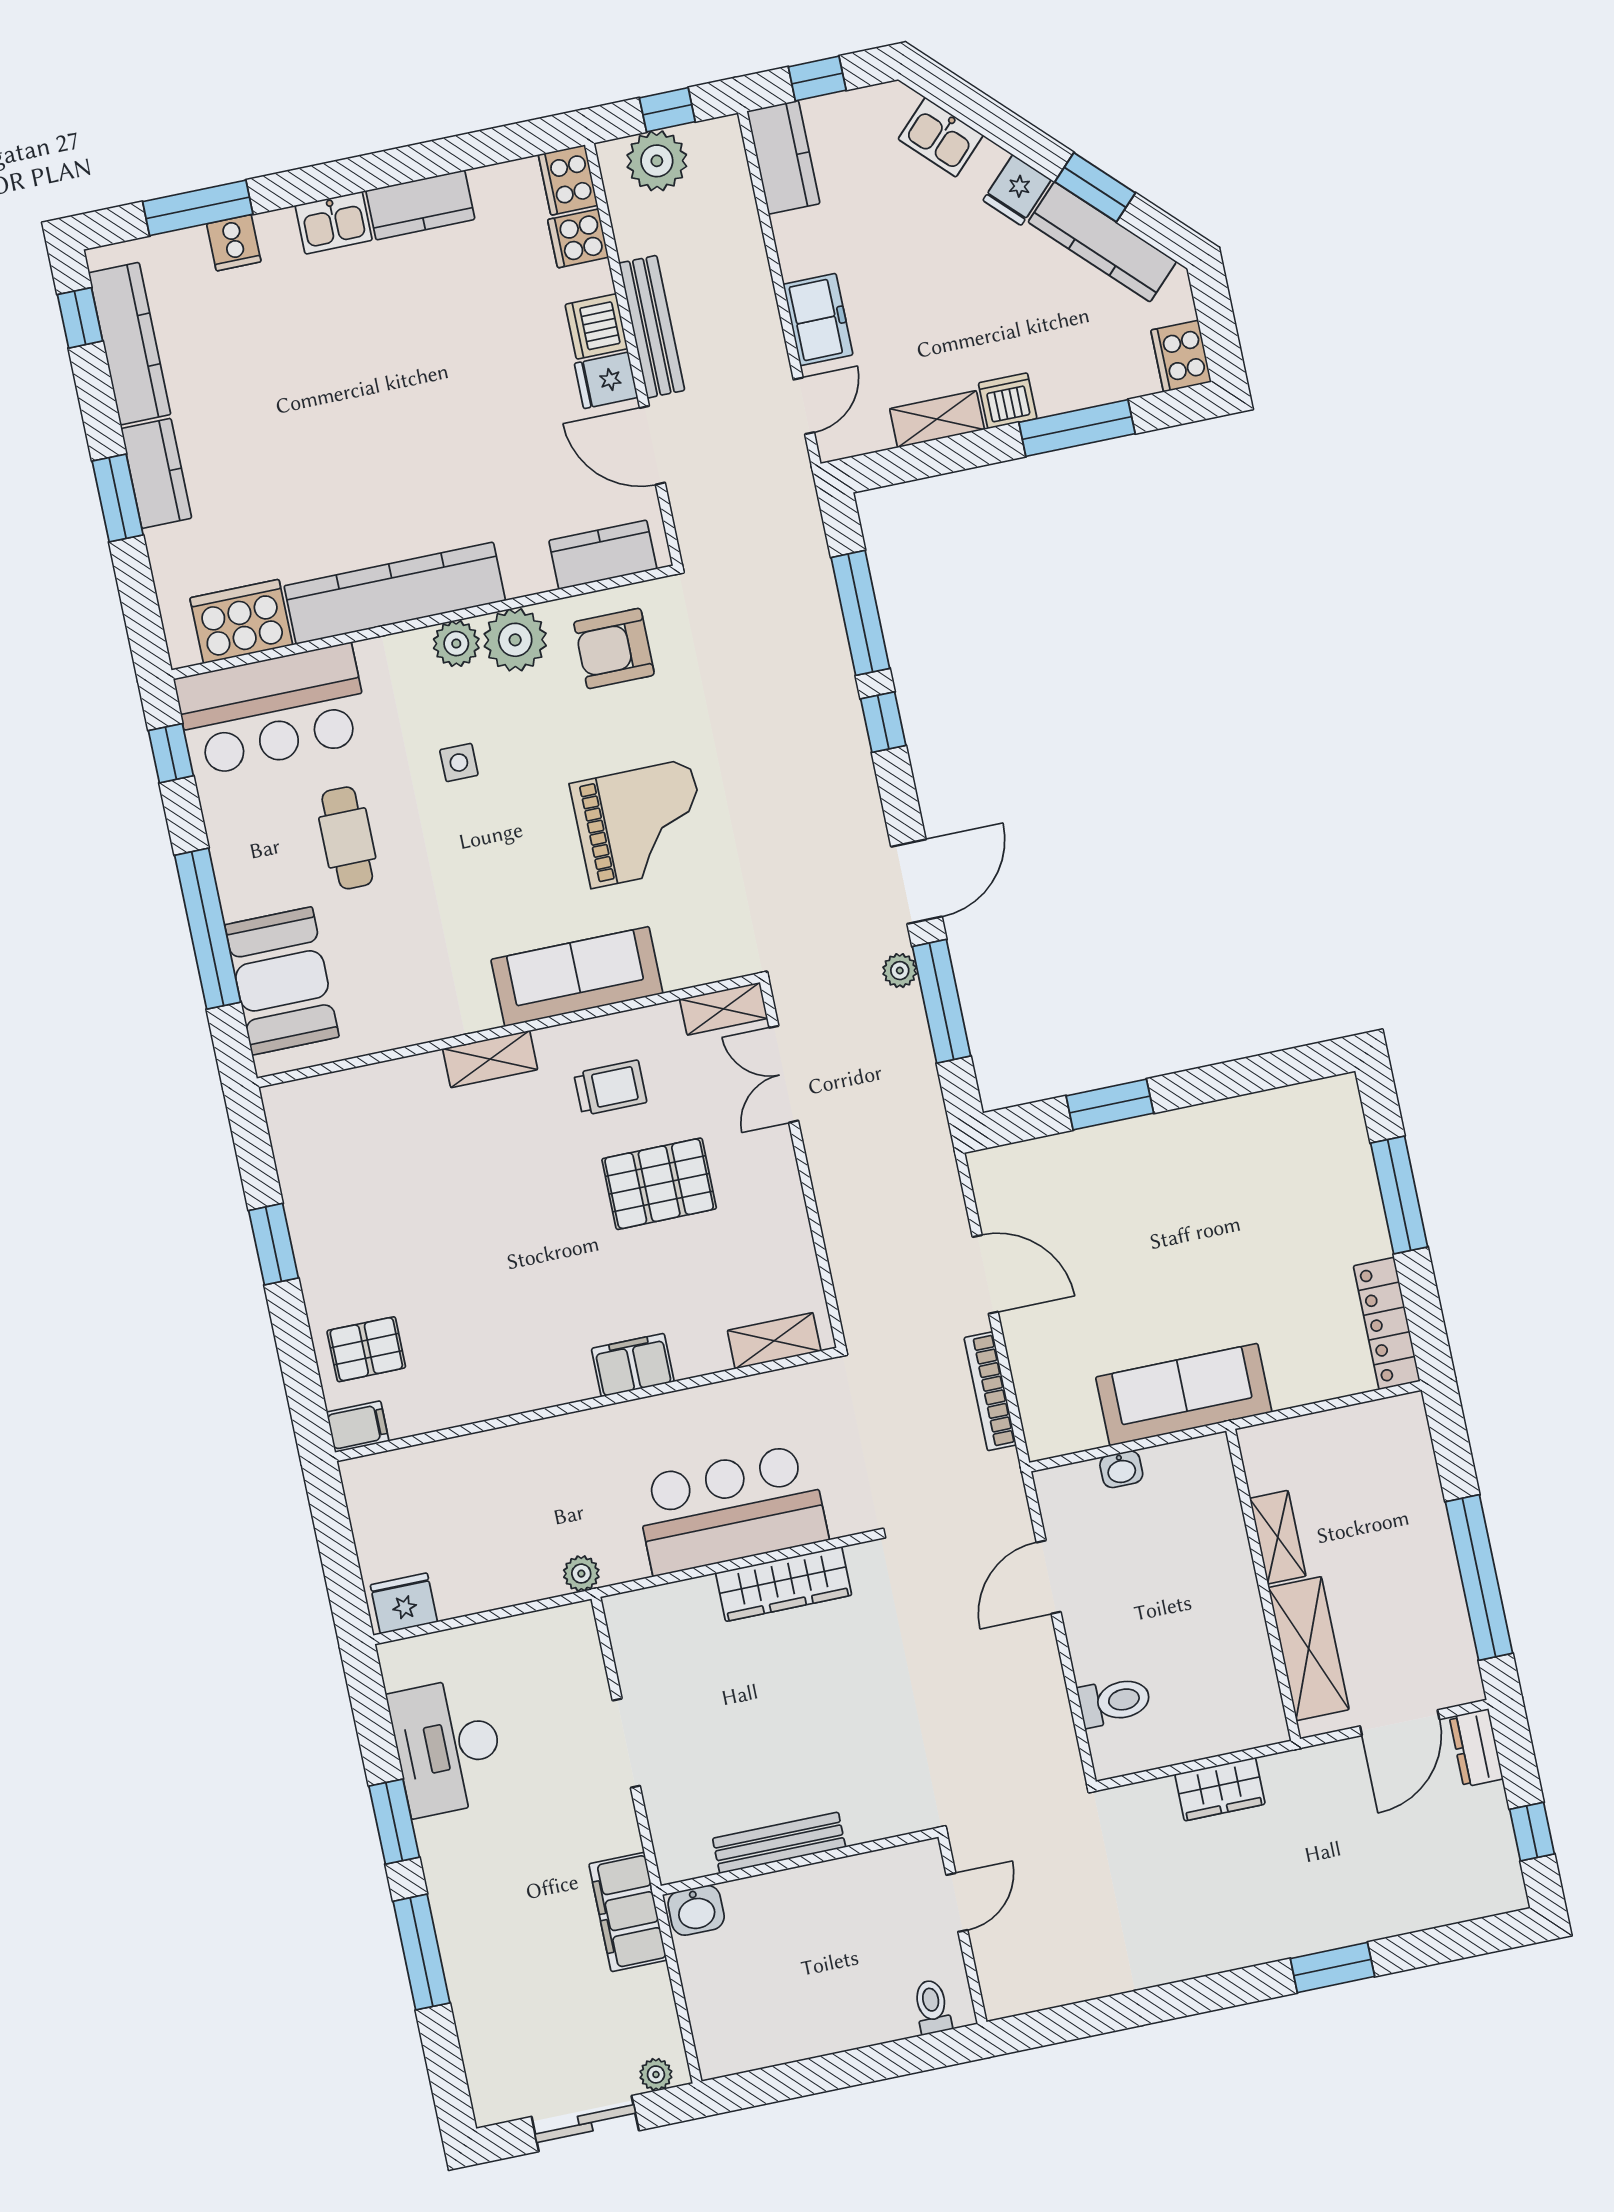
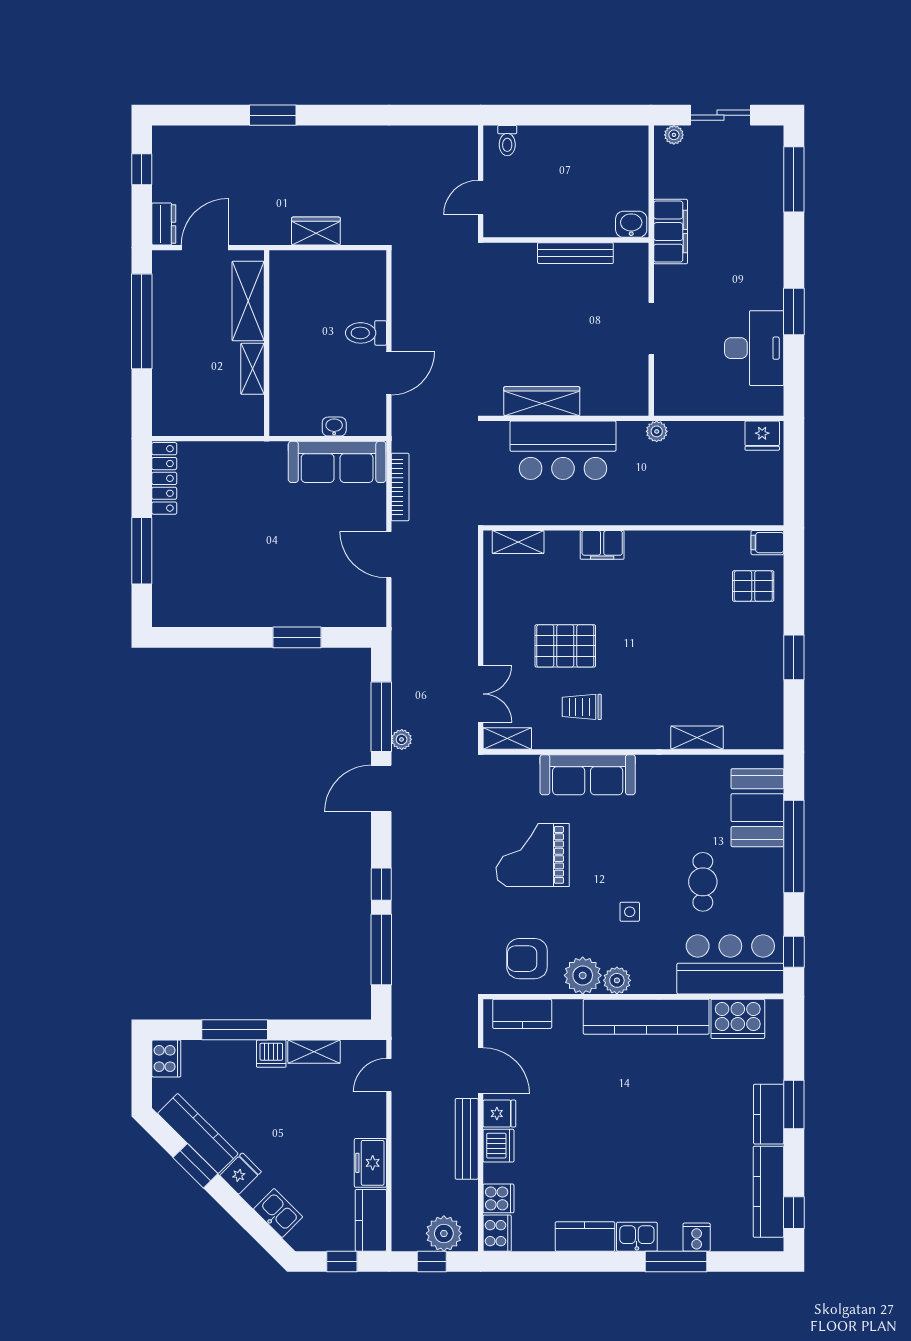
window: (198, 208) -> (676, 1262), moved
freezer: (818, 320) -> (370, 1163), moved
armchair: (614, 648) -> (527, 959), turned 180
shelving: (490, 1059) -> (697, 738), moved
sofa: (1184, 1395) -> (337, 462), moved
toilet: (1114, 1701) -> (366, 333), moved
window: (421, 1952) -> (794, 179), moved

